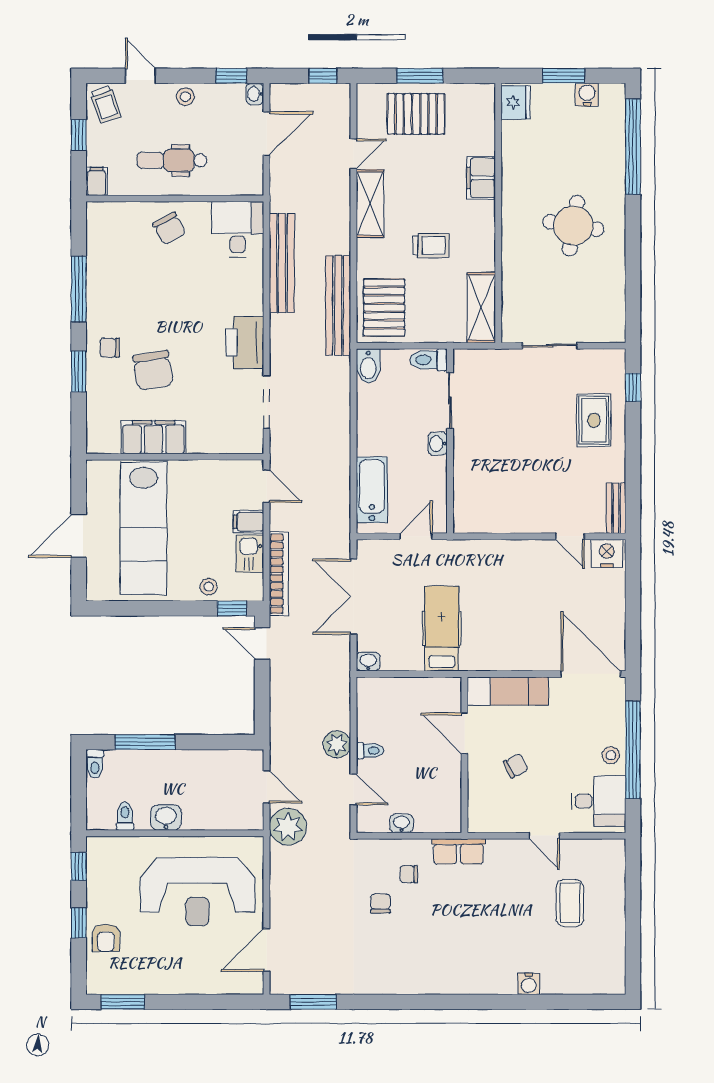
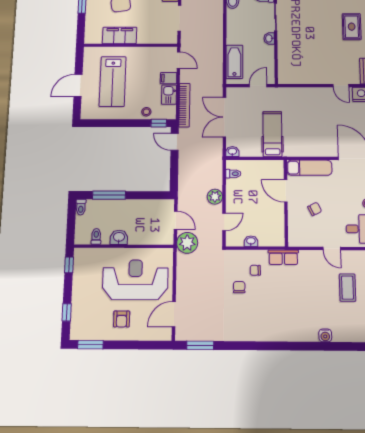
lab bench: (144, 528) -> (113, 82), width x0.73
toilet: (370, 751) -> (233, 174), moved
door: (353, 789) -> (224, 222), hinge flipped
reception desk: (197, 892) -> (135, 280), turned 180
window: (79, 923) -> (67, 312), moved
armchair: (106, 938) -> (122, 319), moved

